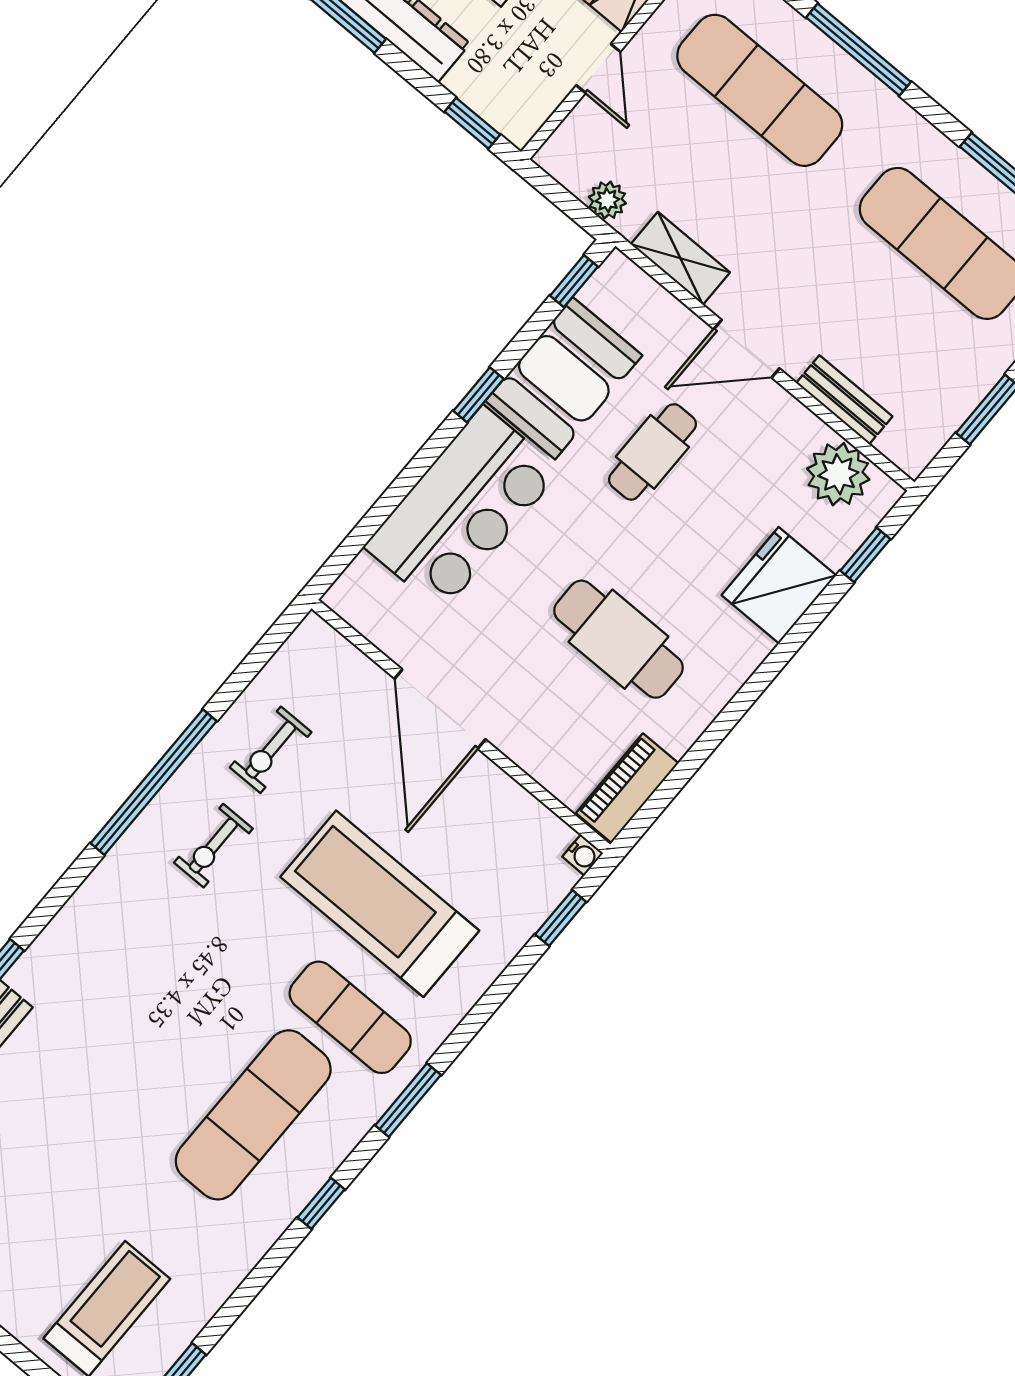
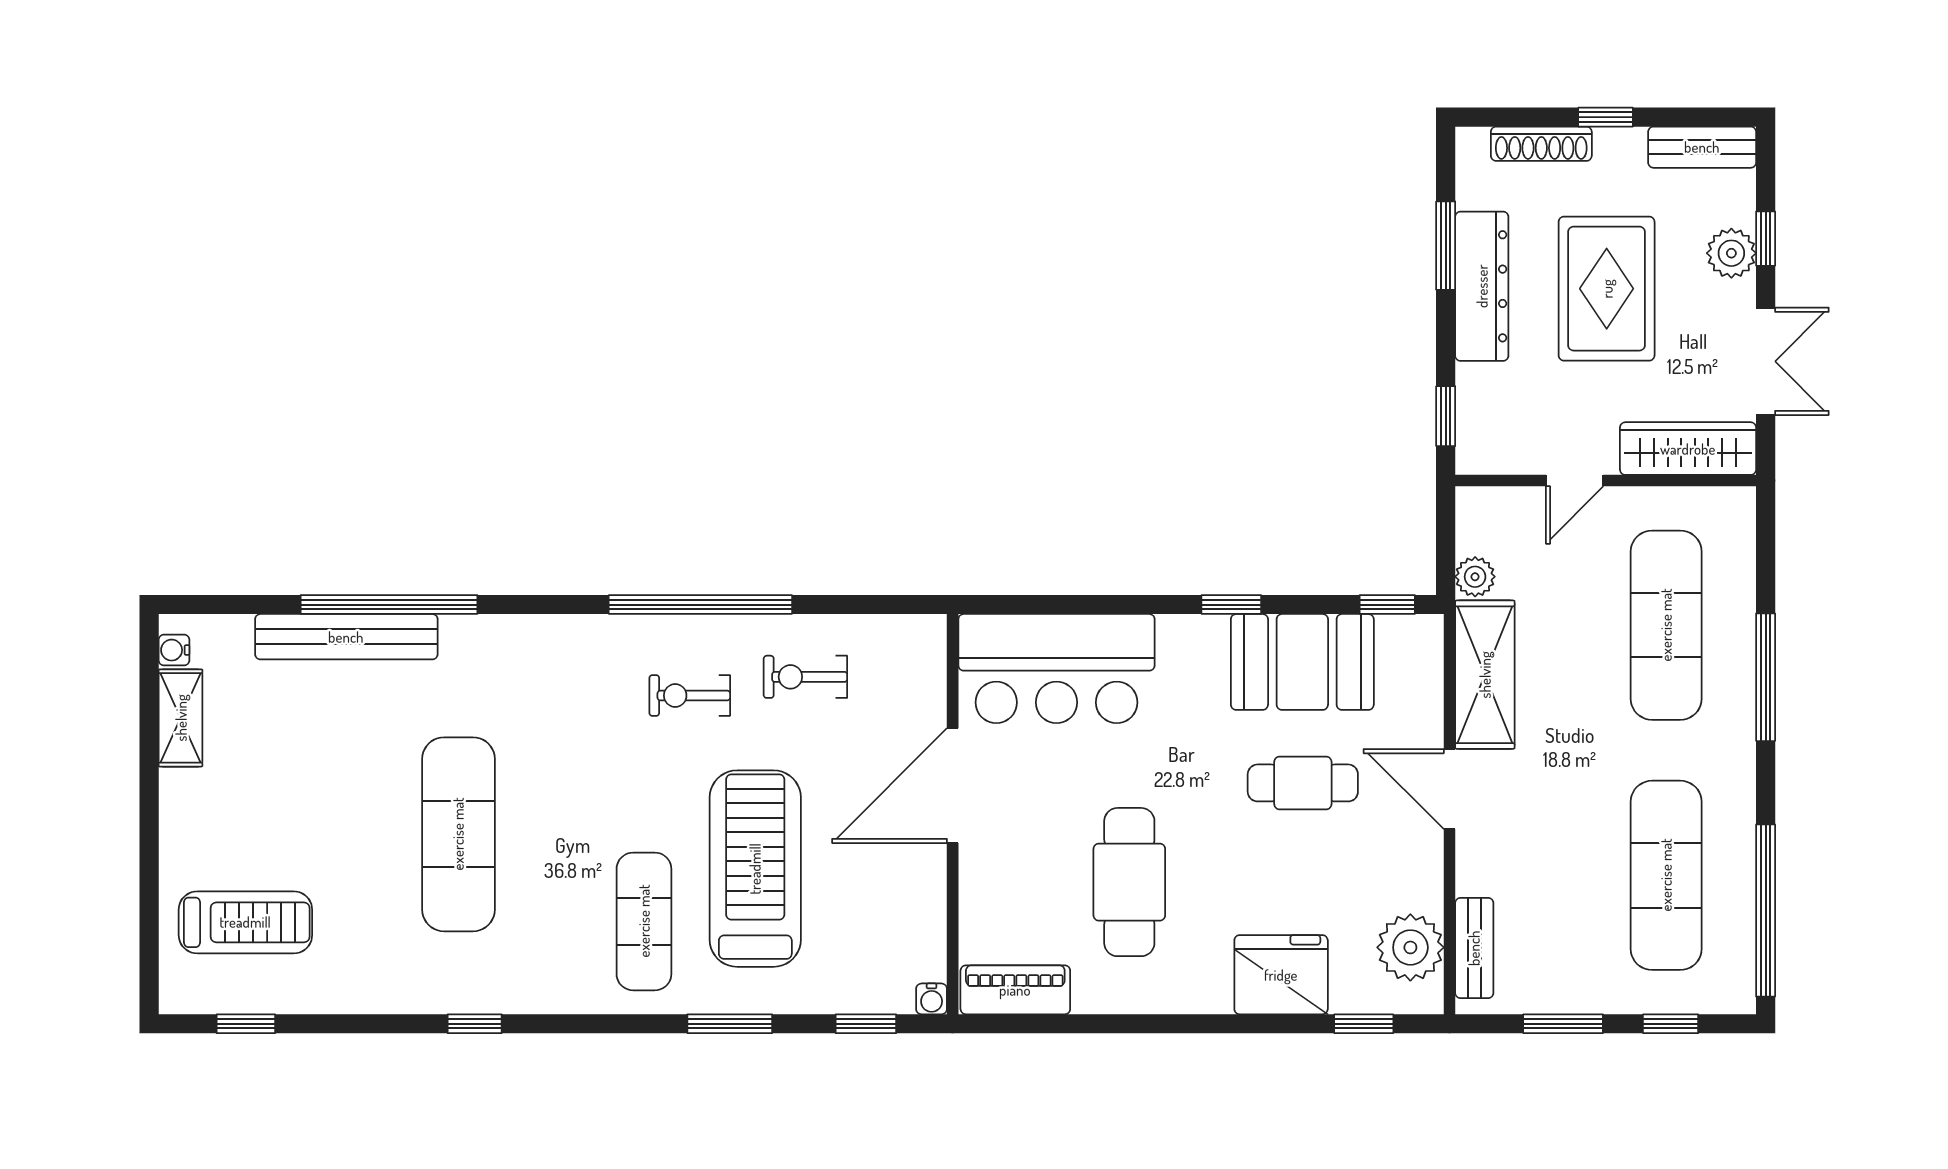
shelving: (680, 258) -> (1485, 675), width x1.50, depth x1.33
bench: (844, 400) -> (1474, 948), moved
bar counter: (463, 509) -> (1056, 669), moved
window: (408, 1100) -> (730, 1024), moved
exercise mat: (253, 1115) -> (458, 834), moved, turned 90

